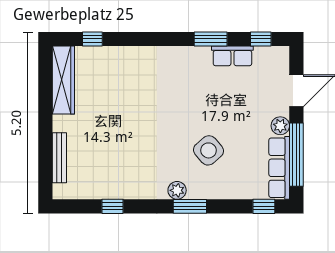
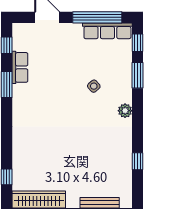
plant: (280, 126) -> (75, 30), removed
side table: (208, 150) -> (94, 86), width x0.54, depth x0.54
window: (190, 206) -> (138, 75), moved

